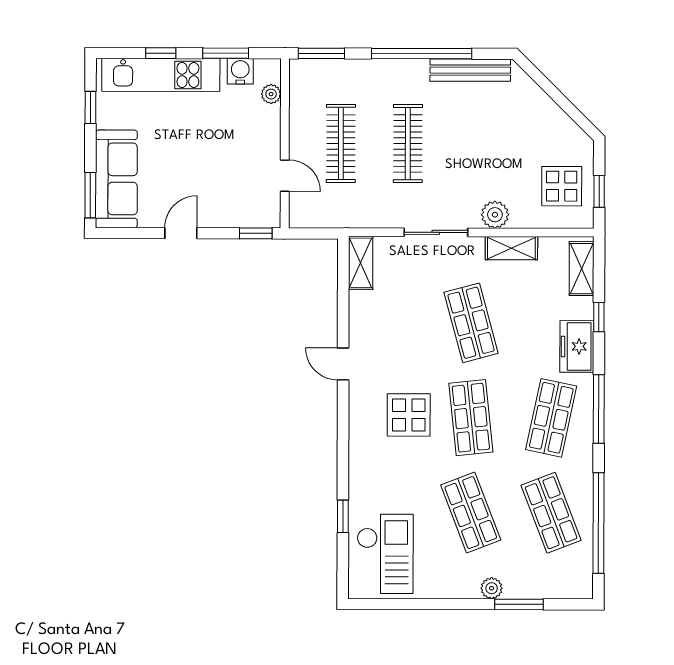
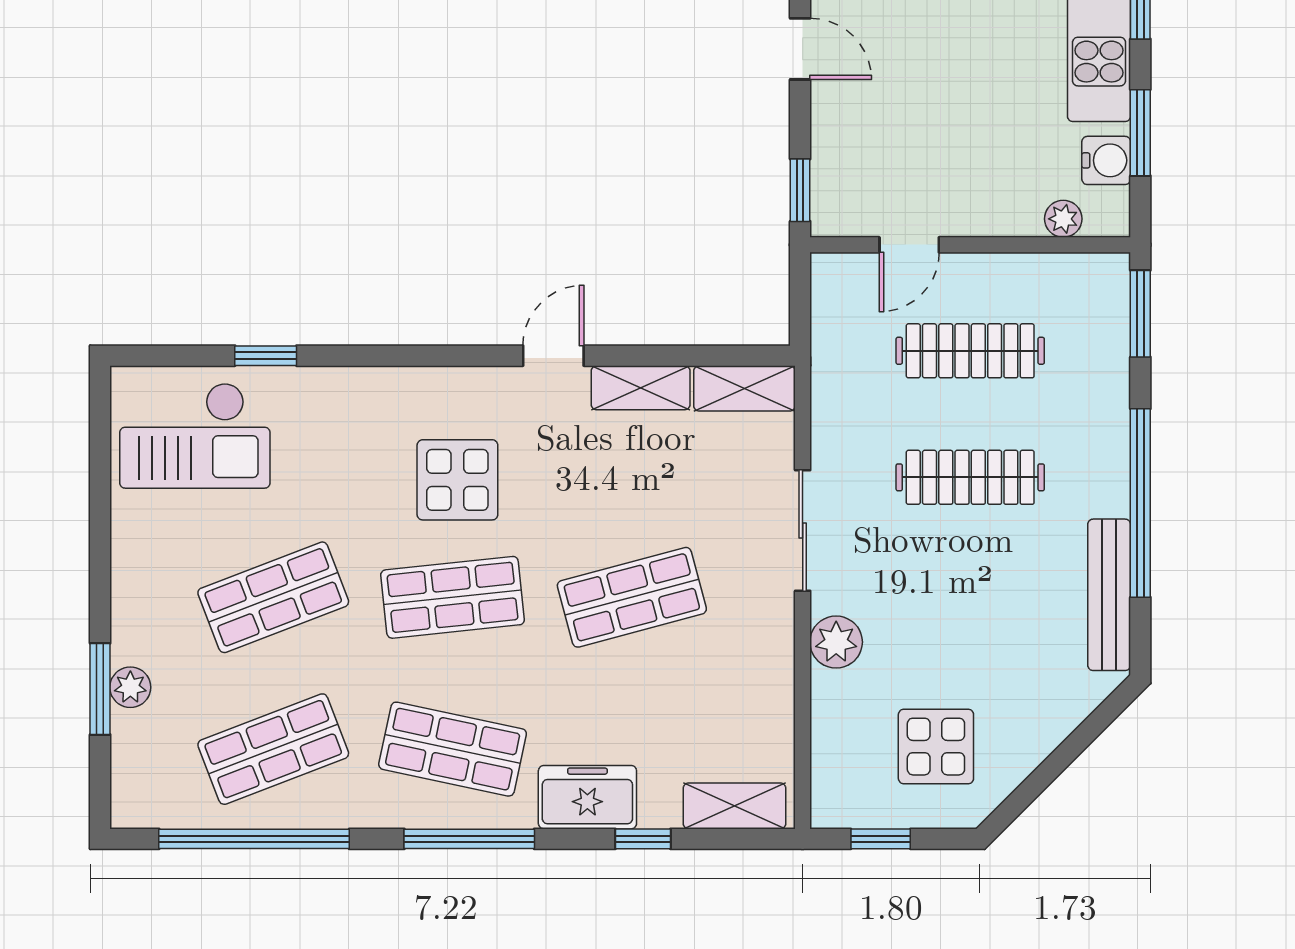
display table: (562, 186) -> (936, 747), moved
shelving: (511, 248) -> (641, 388), moved, turned 90
plant: (492, 588) -> (130, 687), moved

